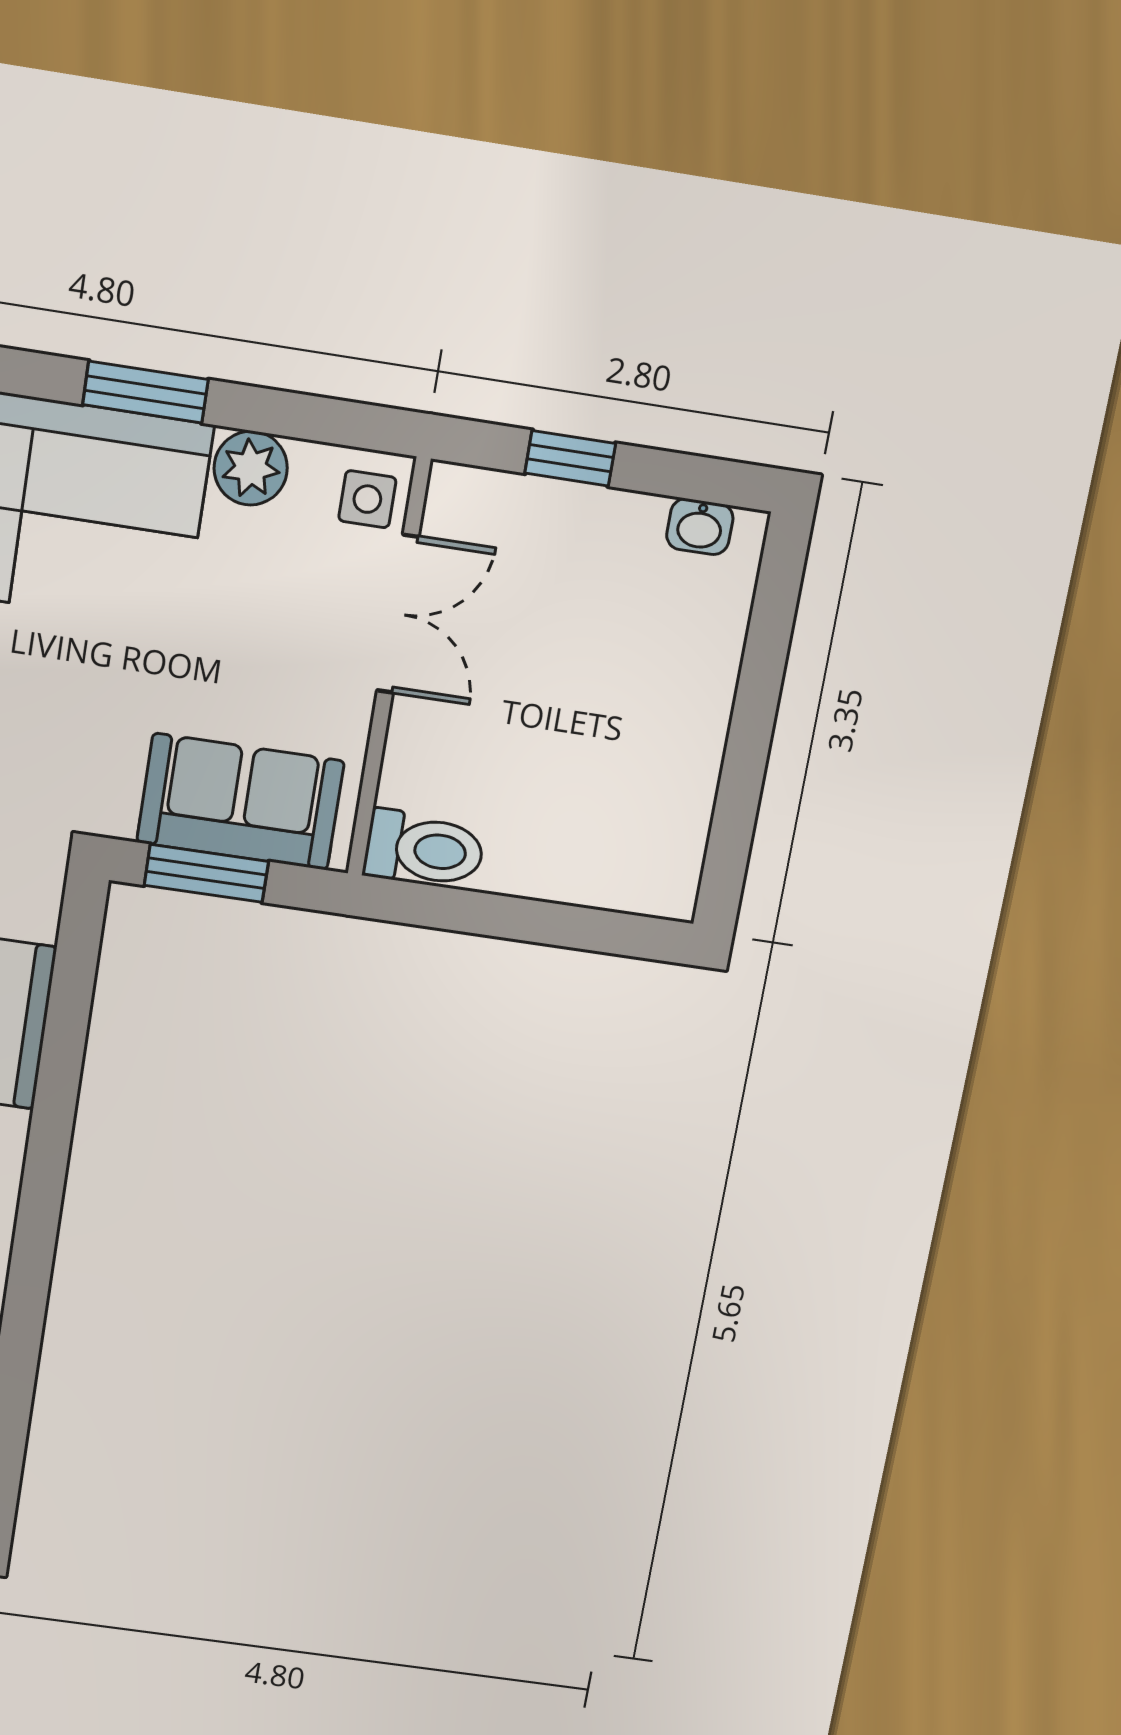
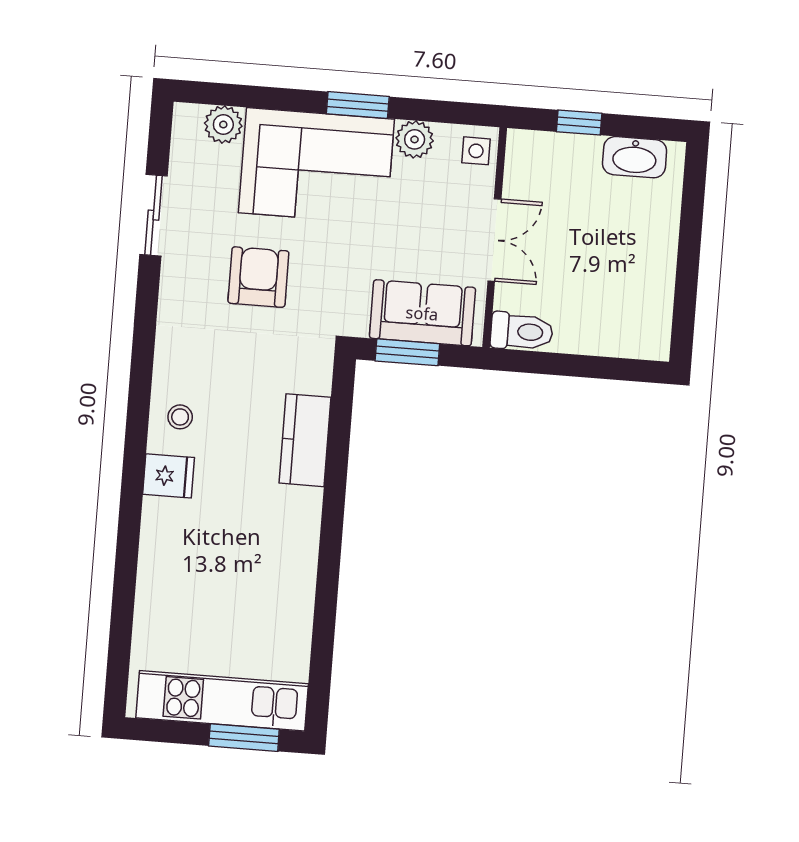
washbasin: (700, 527) -> (635, 157), width x1.91, depth x1.45
double door: (398, 614) -> (494, 240), moved

